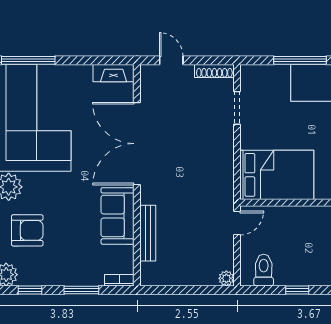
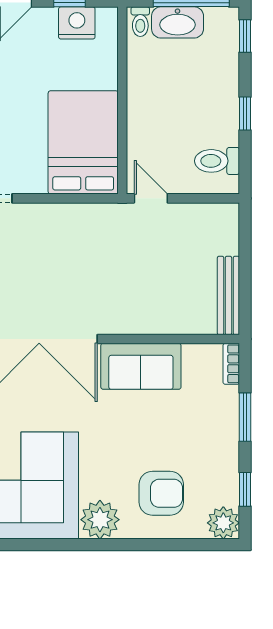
armchair: (27, 230) -> (161, 493), turned 90
bench: (148, 233) -> (228, 296), moved, turned 90
plant: (226, 278) -> (229, 213), removed

